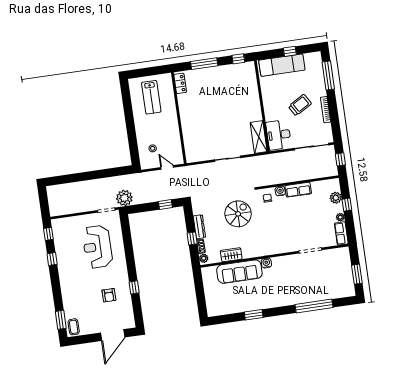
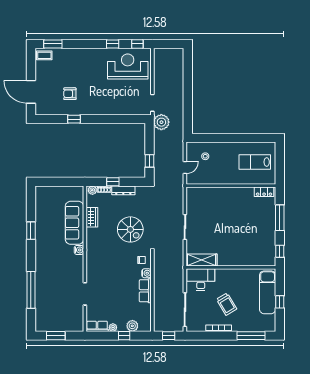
reception desk: (97, 247) -> (128, 67), moved

